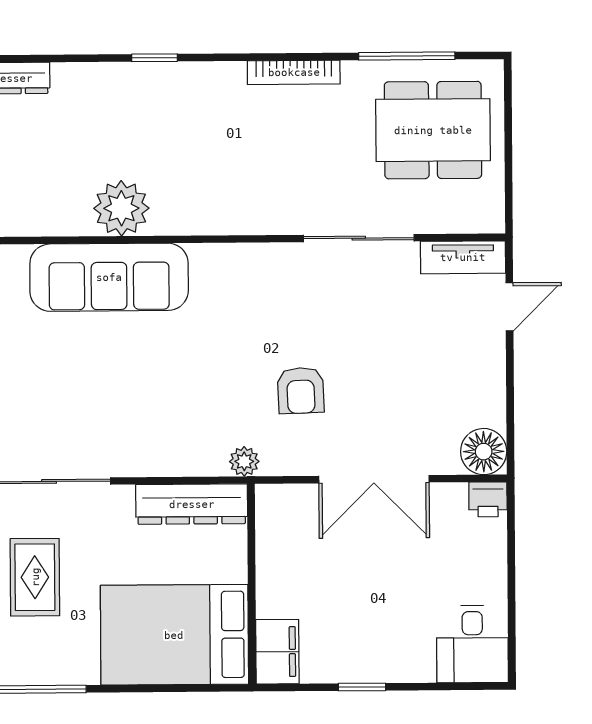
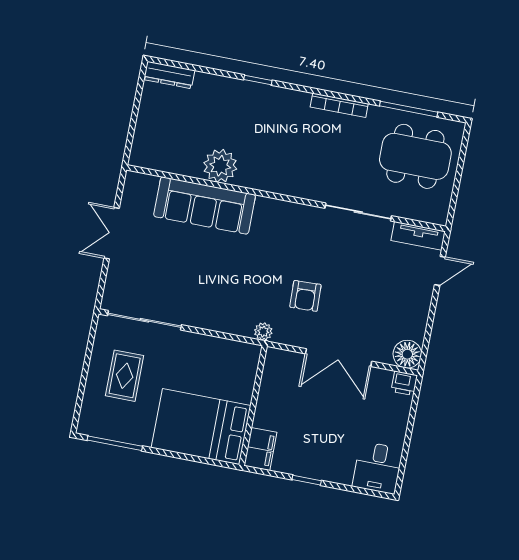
dresser: (192, 504) -> (227, 351), removed

